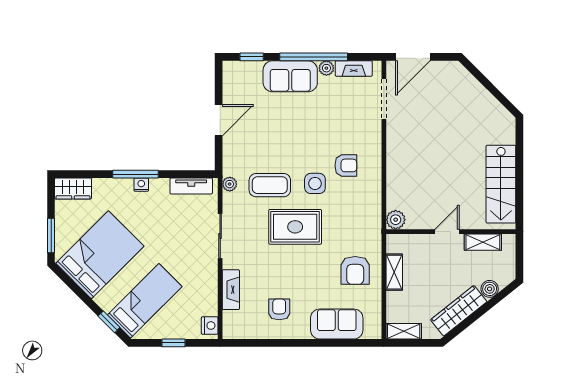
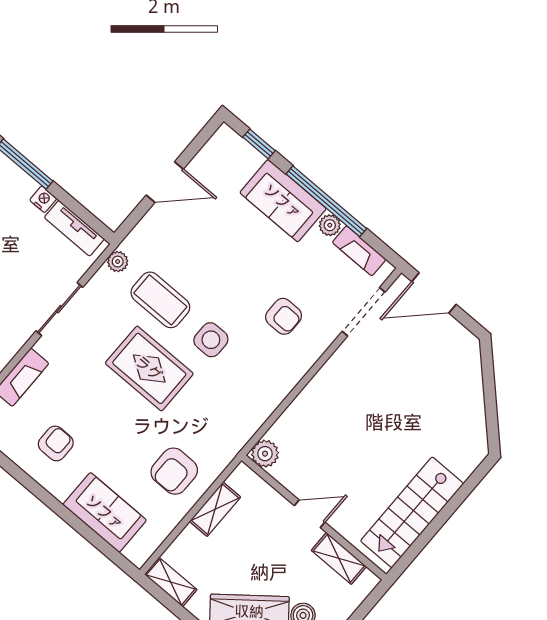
armchair: (346, 165) -> (284, 316), moved
nightstand: (141, 185) -> (43, 199), moved

